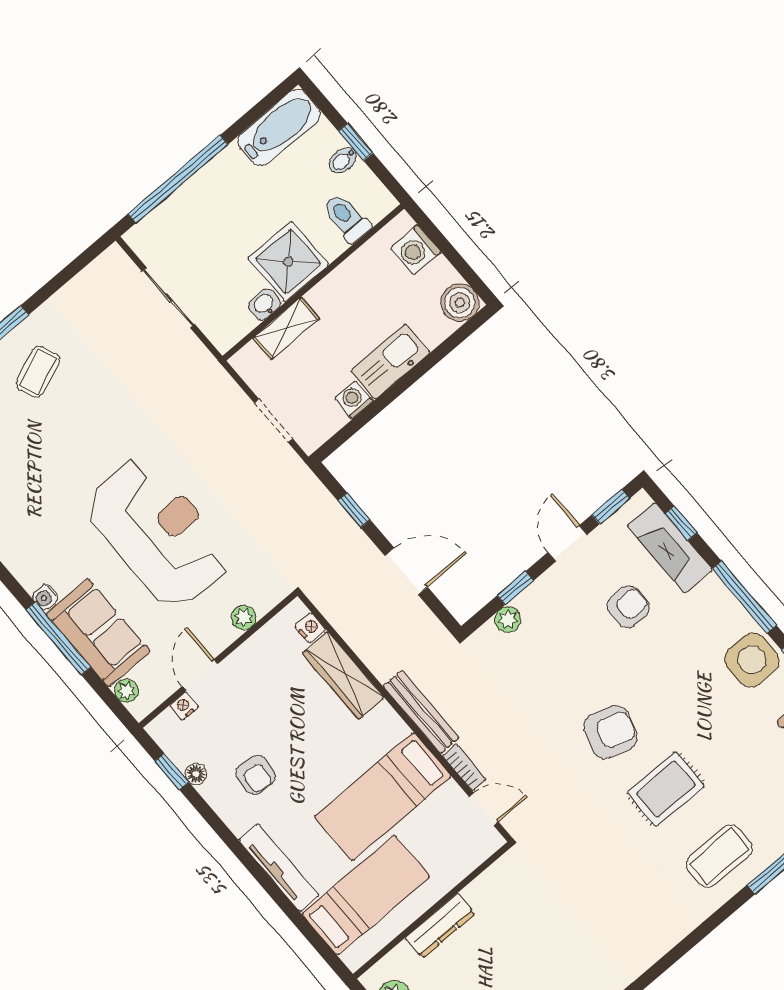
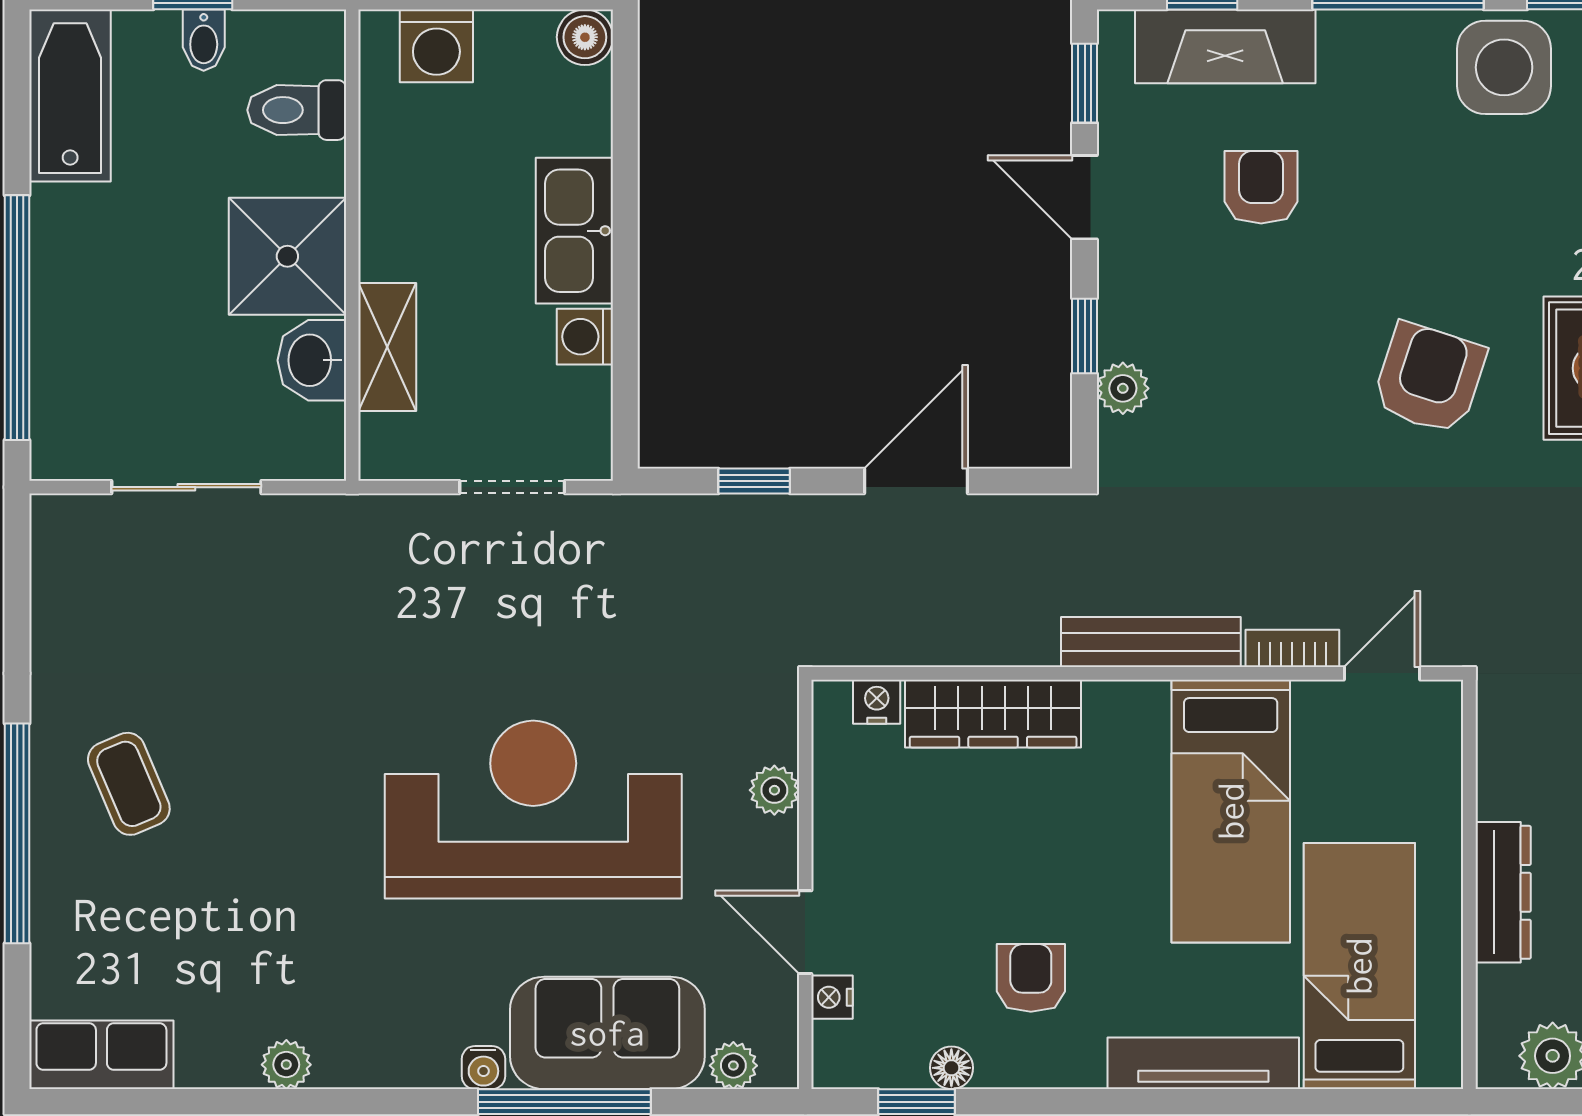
boiler: (460, 303) -> (585, 37), width x0.73, depth x0.73
washbasin: (264, 305) -> (312, 360), width x1.38, depth x1.45
armchair: (255, 775) -> (1031, 978), turned -96

